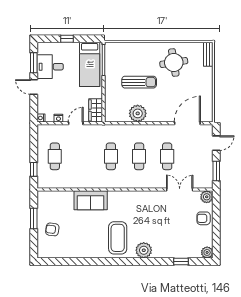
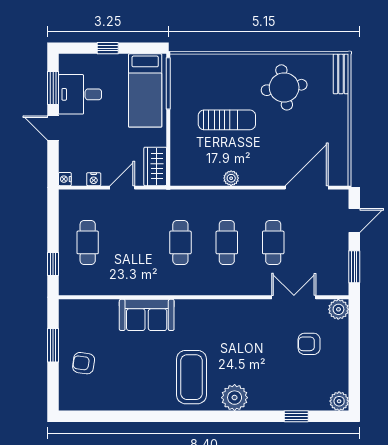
plant: (138, 113) -> (231, 178), width x0.53, depth x0.53
armchair: (204, 218) -> (309, 344), moved

